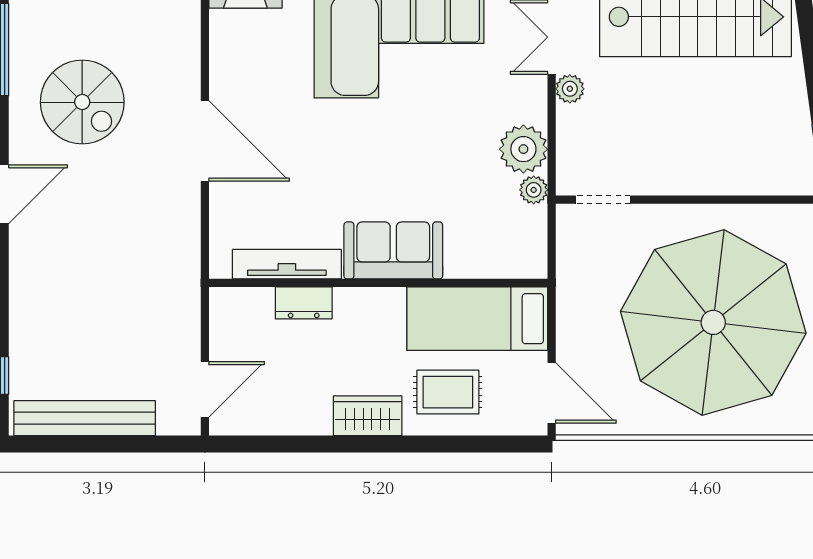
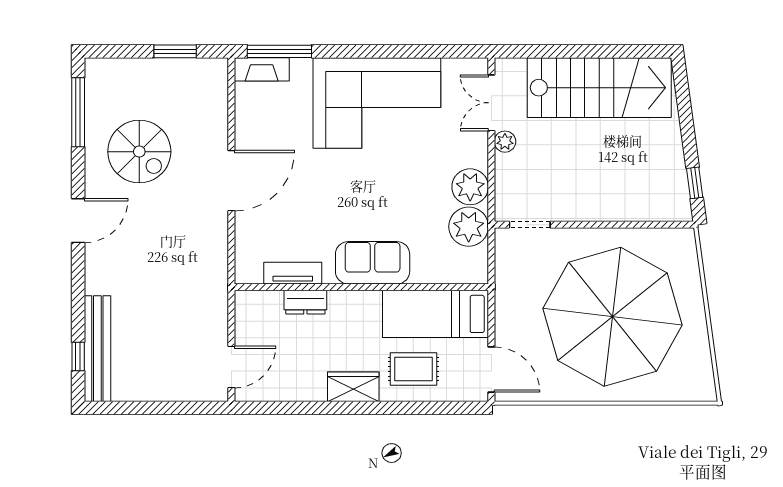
door: (205, 141) -> (231, 181), hinge flipped
plant: (534, 190) -> (469, 227), width x1.87, depth x1.87
tv unit: (287, 264) -> (293, 273), width x0.71
bench: (85, 418) -> (97, 349), moved, turned 90

